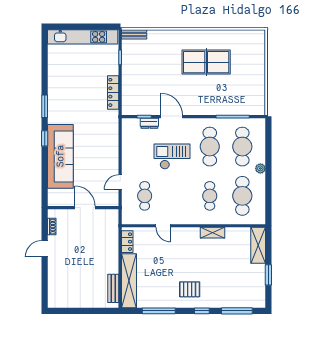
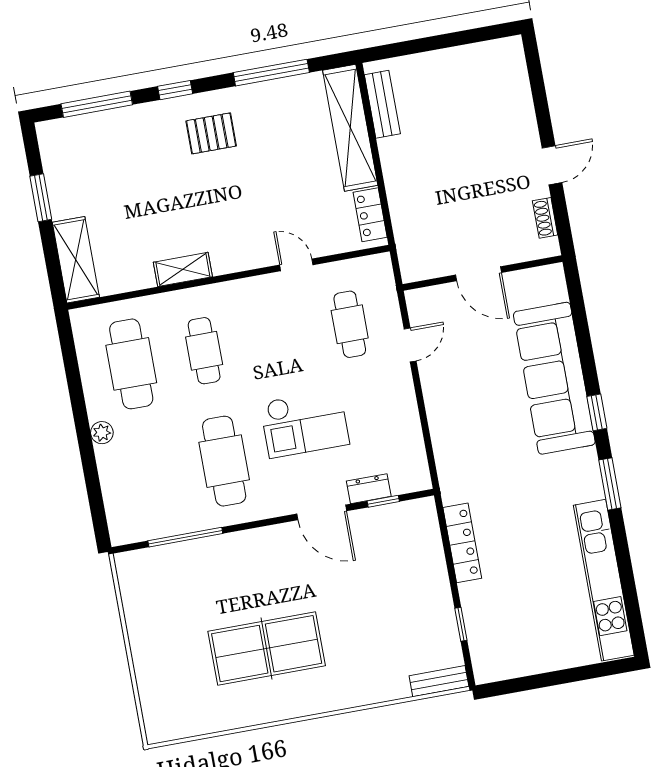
kitchen unit: (83, 37) -> (604, 580), moved, turned -90
cafe table: (242, 147) -> (151, 474), removed

